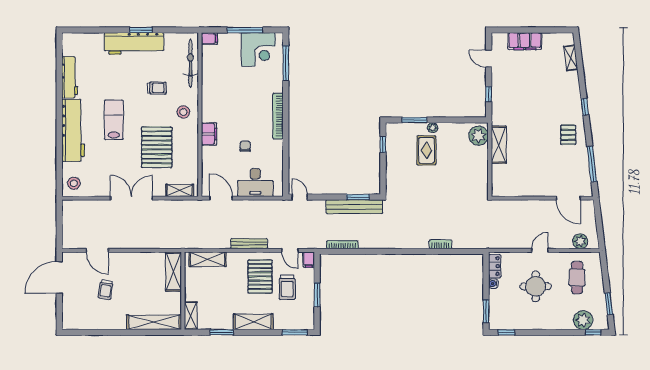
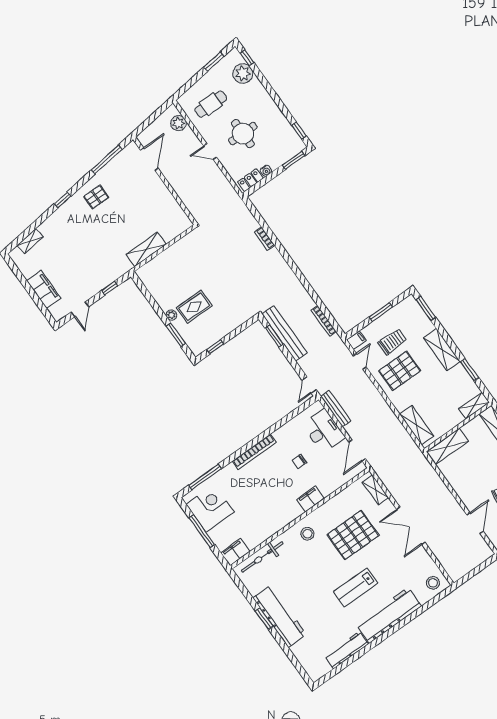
filing cabinet: (209, 39) -> (235, 552), width x2.00
trolley: (157, 88) -> (303, 570), removed
plant: (478, 136) -> (151, 272), removed
bench: (249, 244) -> (336, 409), moved

